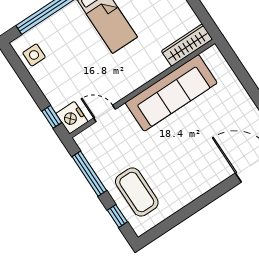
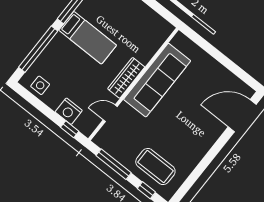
wardrobe: (187, 45) -> (126, 78), moved
nightstand: (72, 118) -> (69, 111), moved

